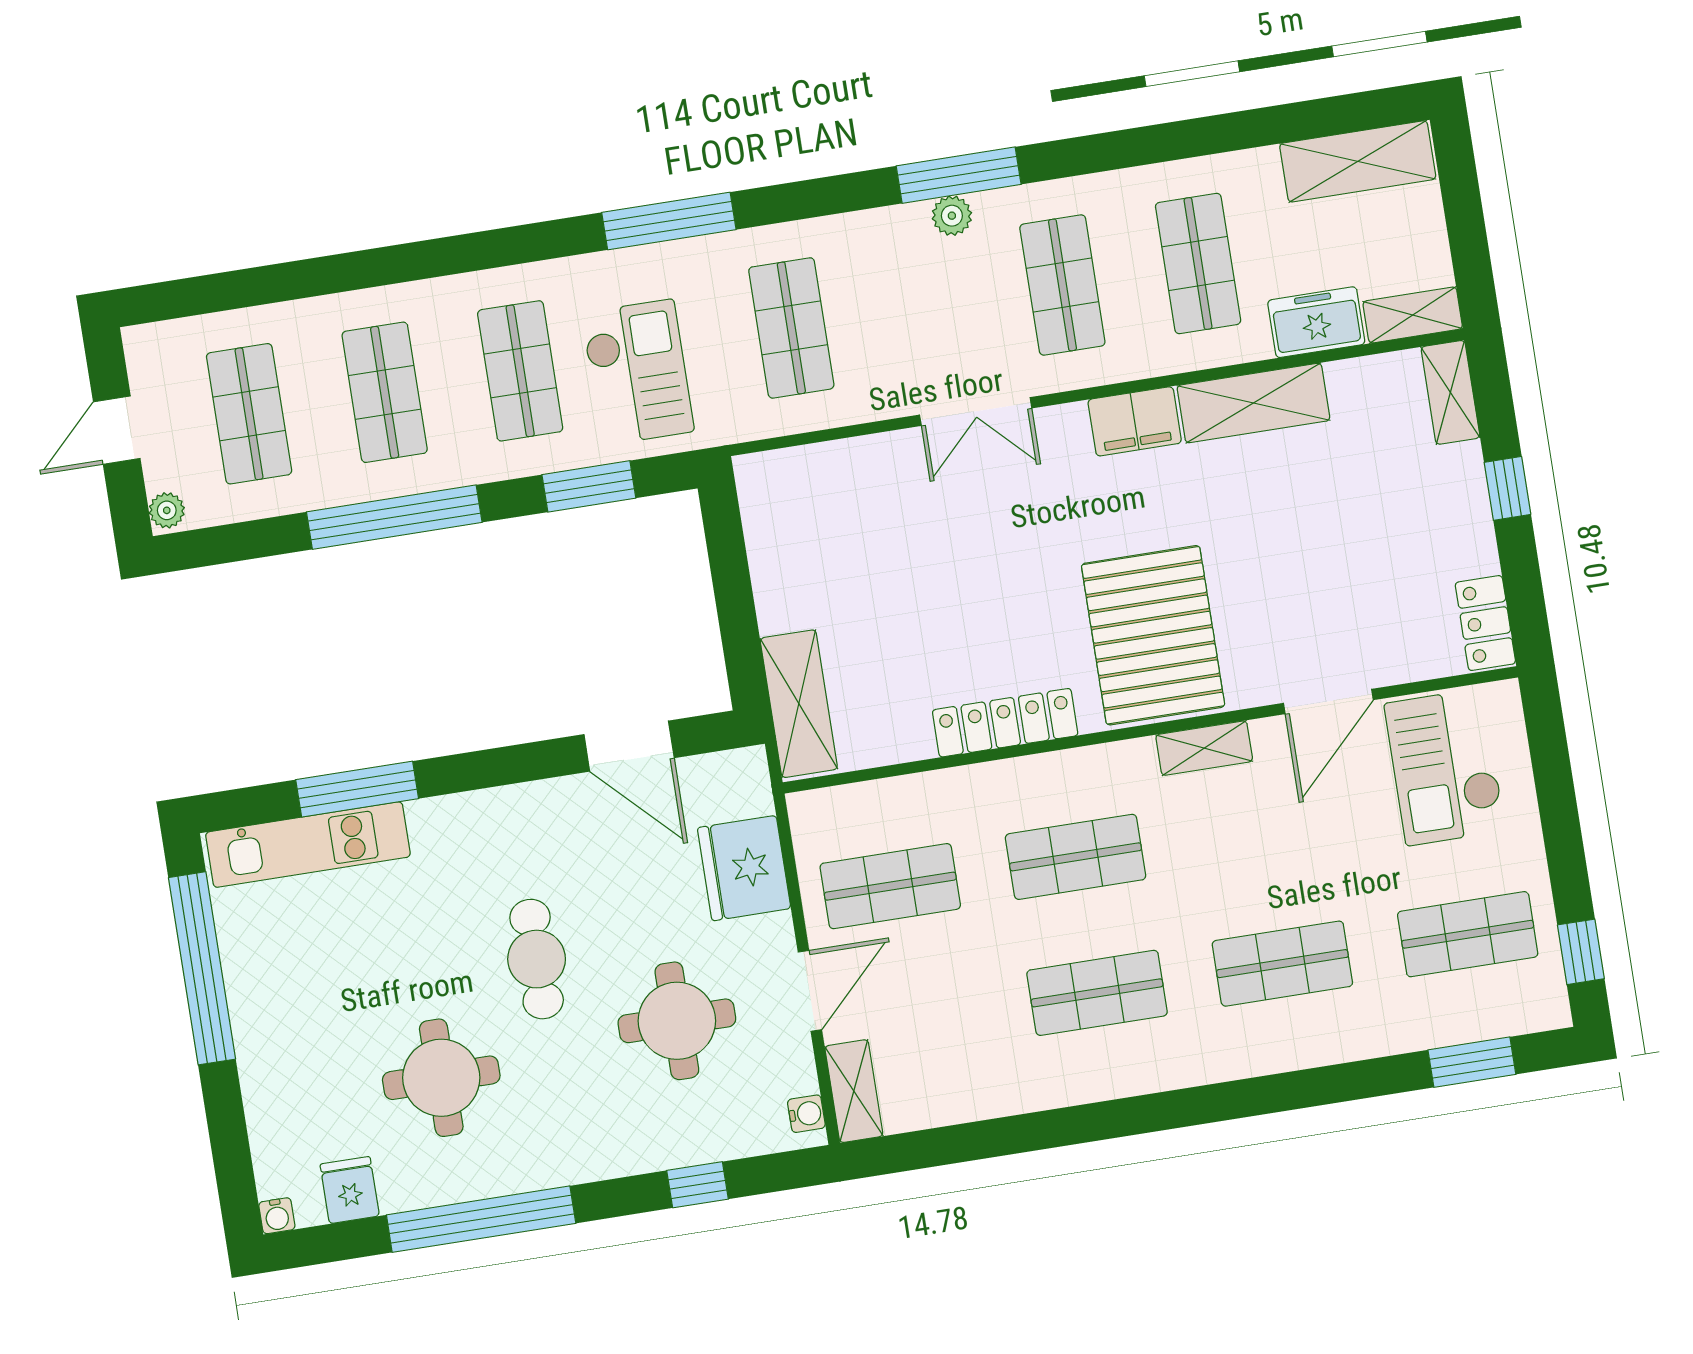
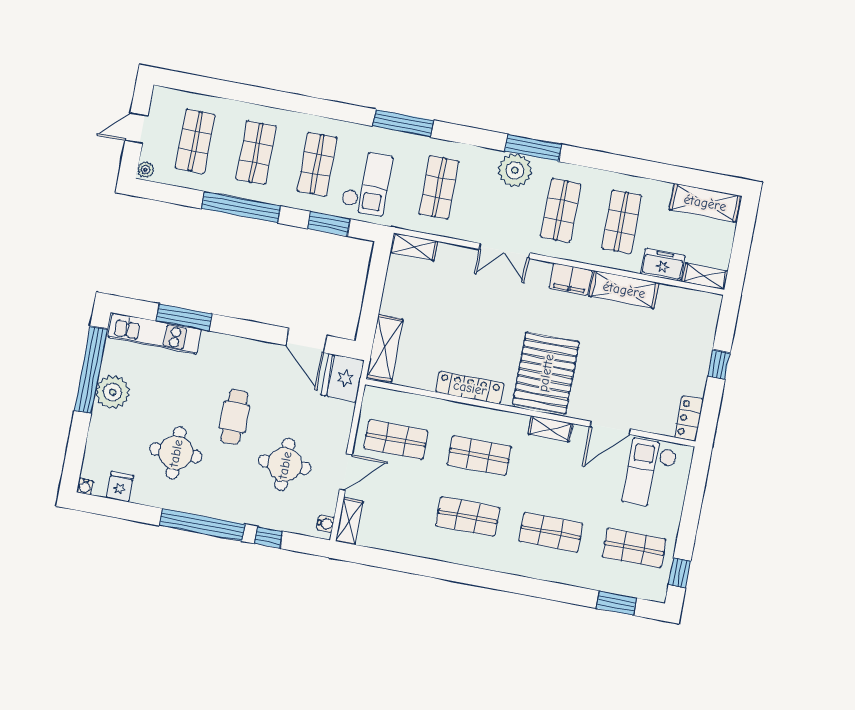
plant: (952, 216) -> (515, 170), width x1.87, depth x1.87
shelving: (1450, 392) -> (414, 247), moved, turned 90
fridge: (744, 868) -> (343, 378), moved
plant: (264, 998) -> (113, 392), added
window: (481, 1219) -> (202, 525), moved

